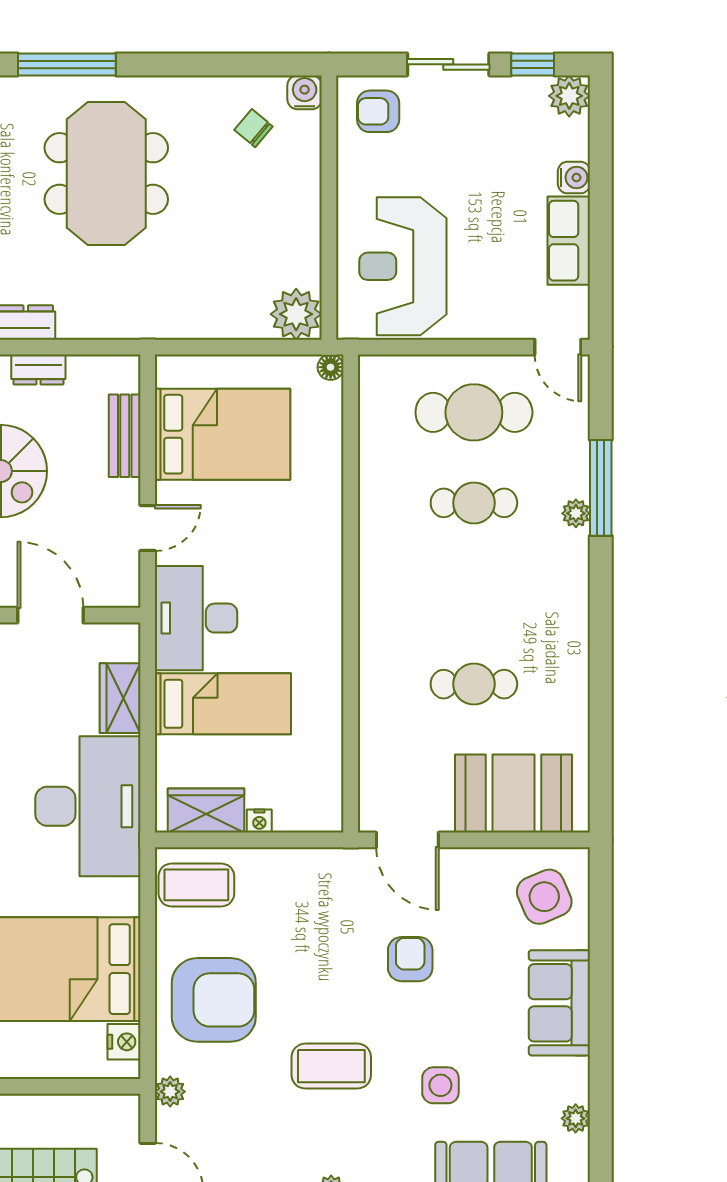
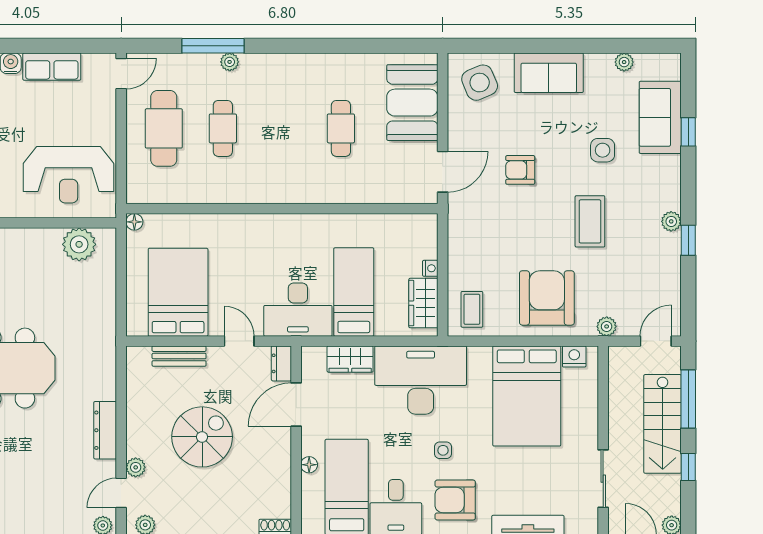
plant: (296, 314) -> (79, 244), moved
dresser: (38, 370) -> (281, 363), moved, turned 180
coffee table: (196, 885) -> (472, 309), width x0.73, depth x0.77

